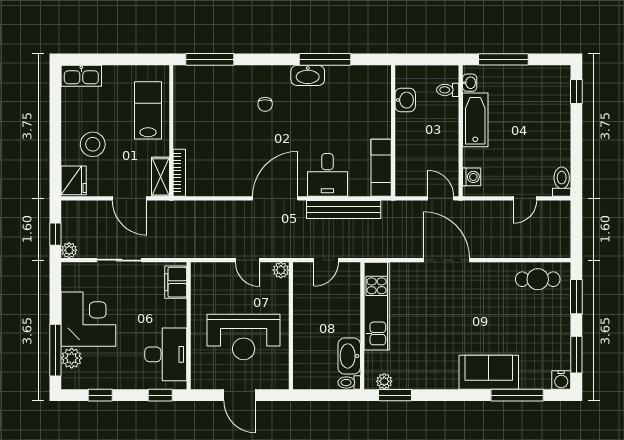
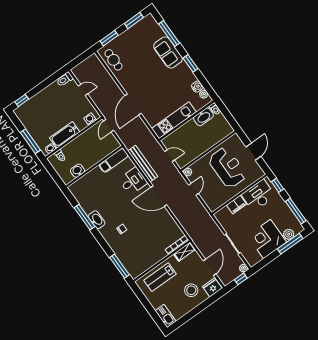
door: (130, 198) -> (210, 267), moved
filing cabinet: (176, 282) -> (237, 205), moved
water cooler: (561, 380) -> (197, 87), moved
window: (100, 395) -> (296, 211), width x2.17
window: (395, 395) -> (191, 63), moved

